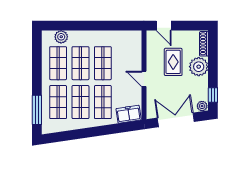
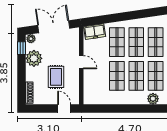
plant: (199, 67) -> (34, 58), moved
double door: (176, 120) -> (54, 27), swing flipped

